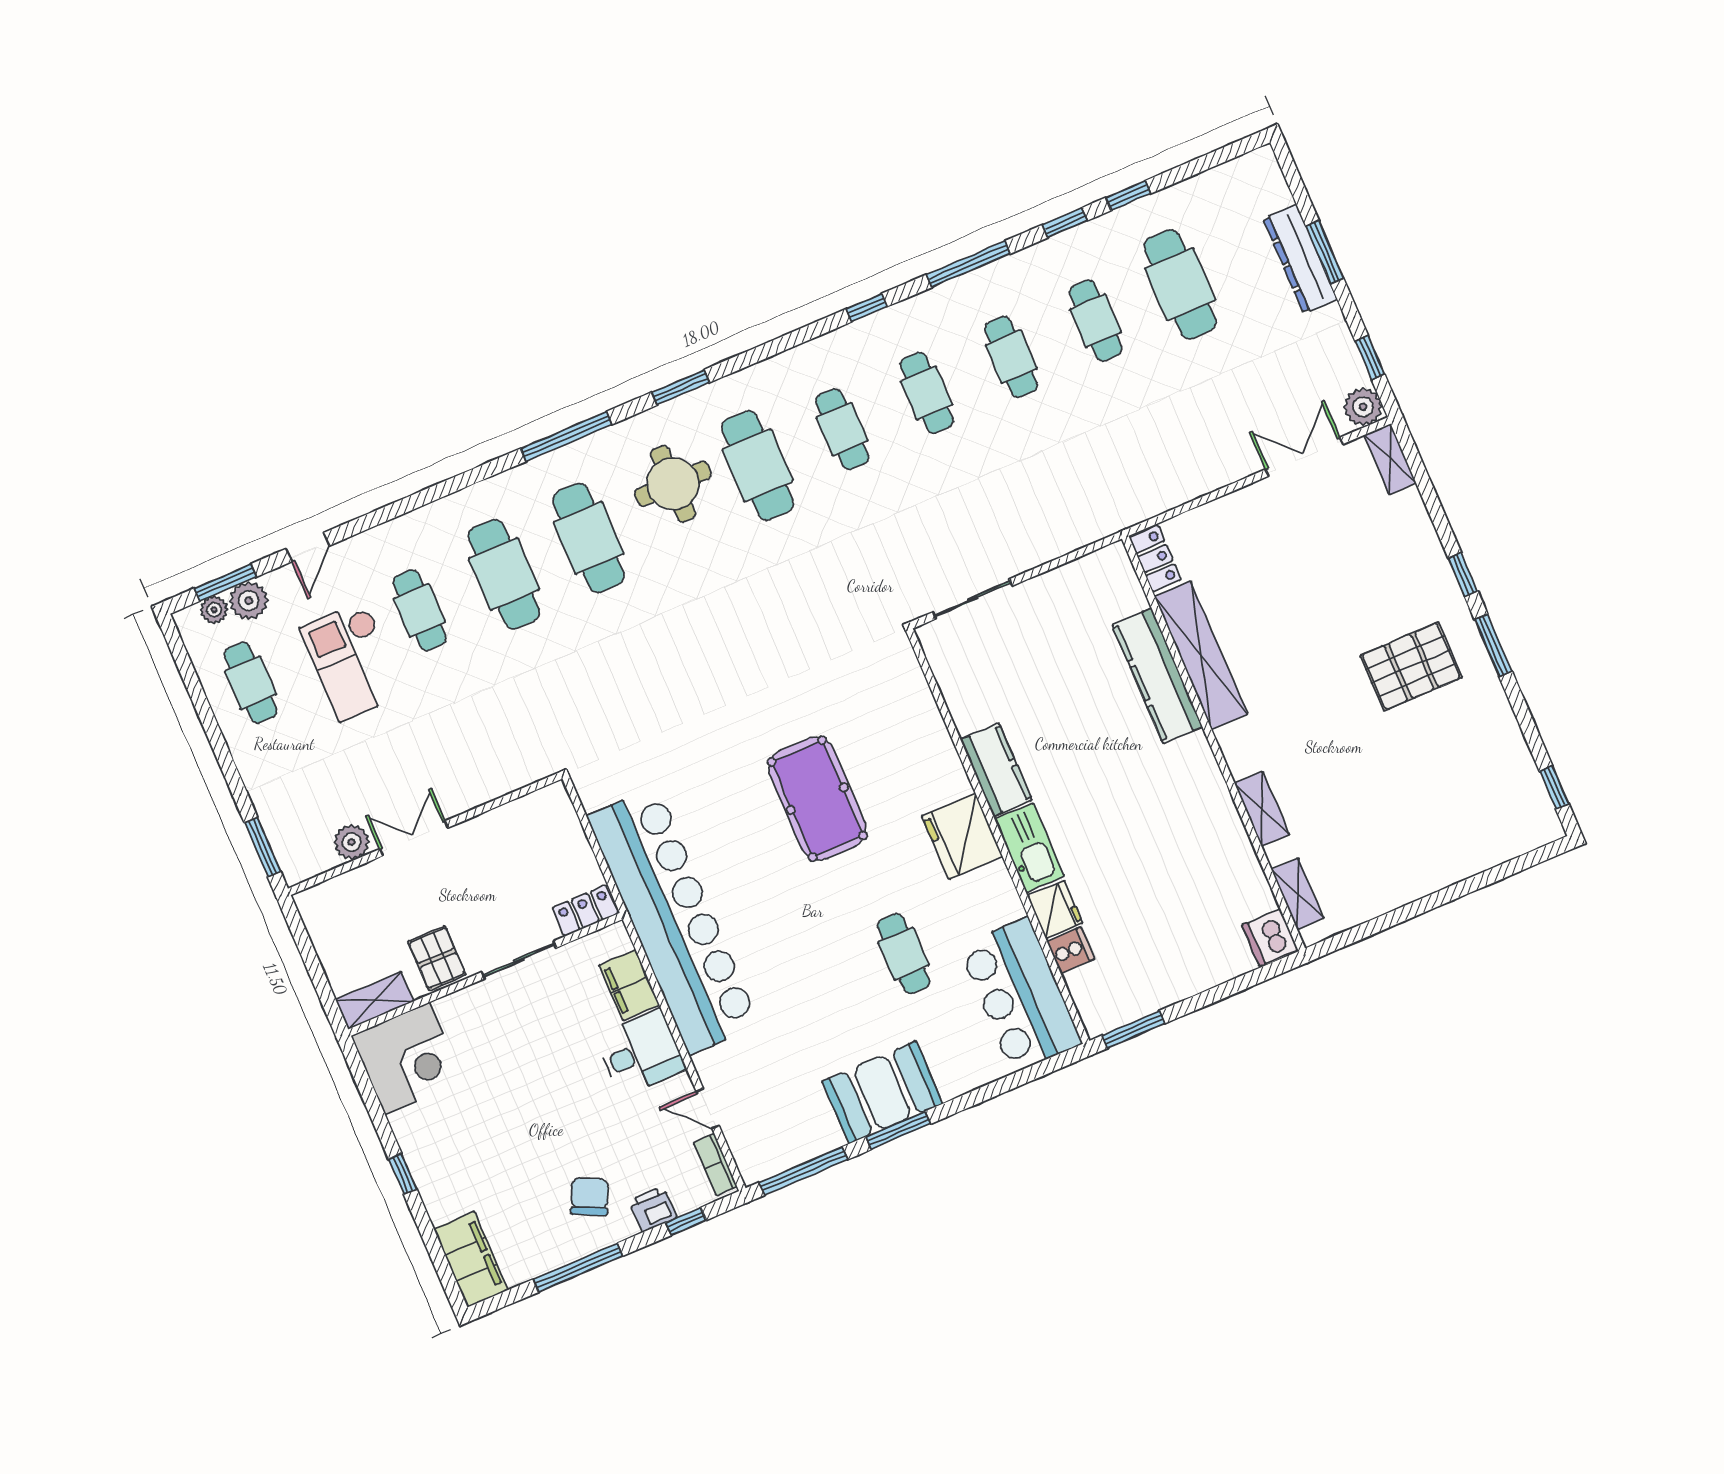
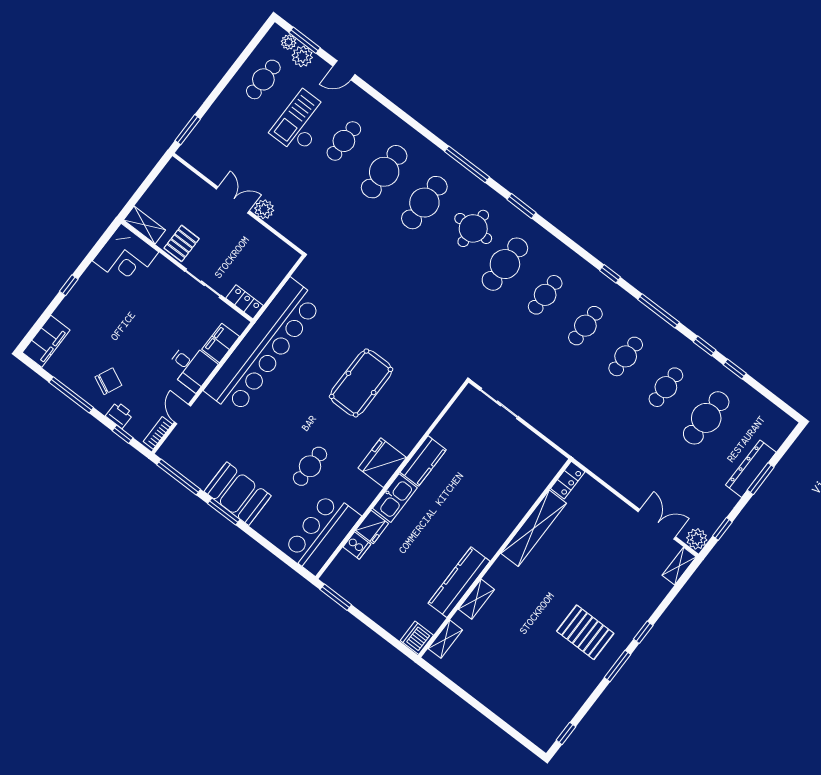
kitchen counter: (1157, 676) -> (459, 582), moved
plant: (352, 842) -> (264, 209), moved

